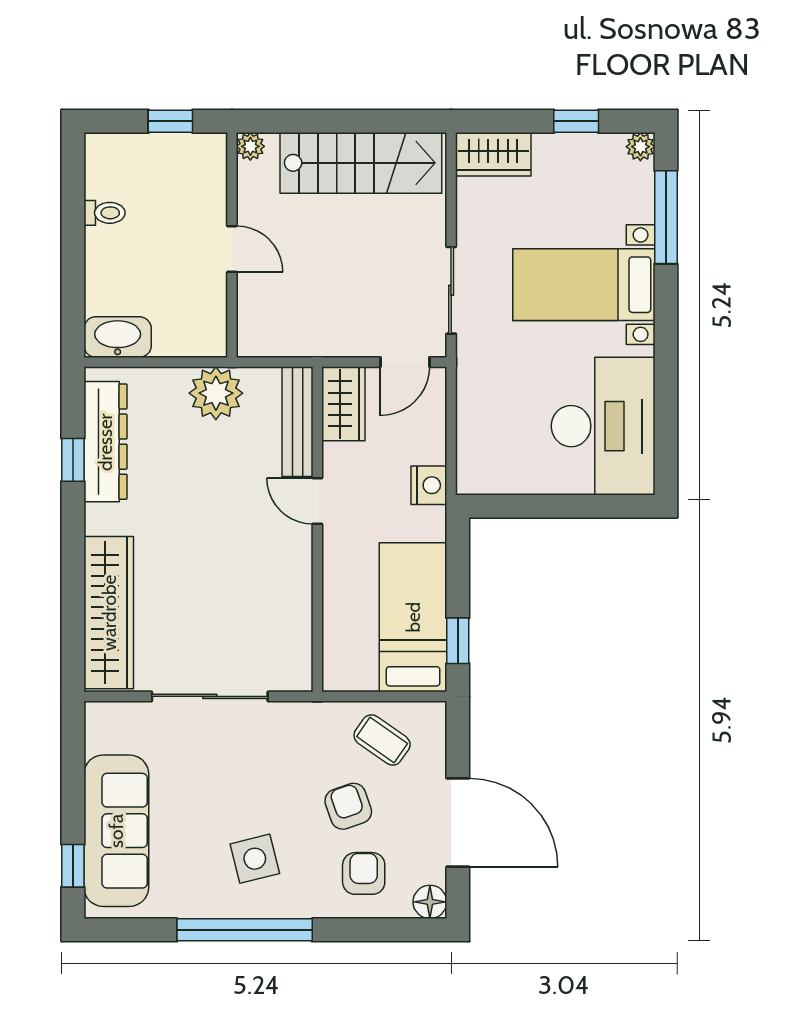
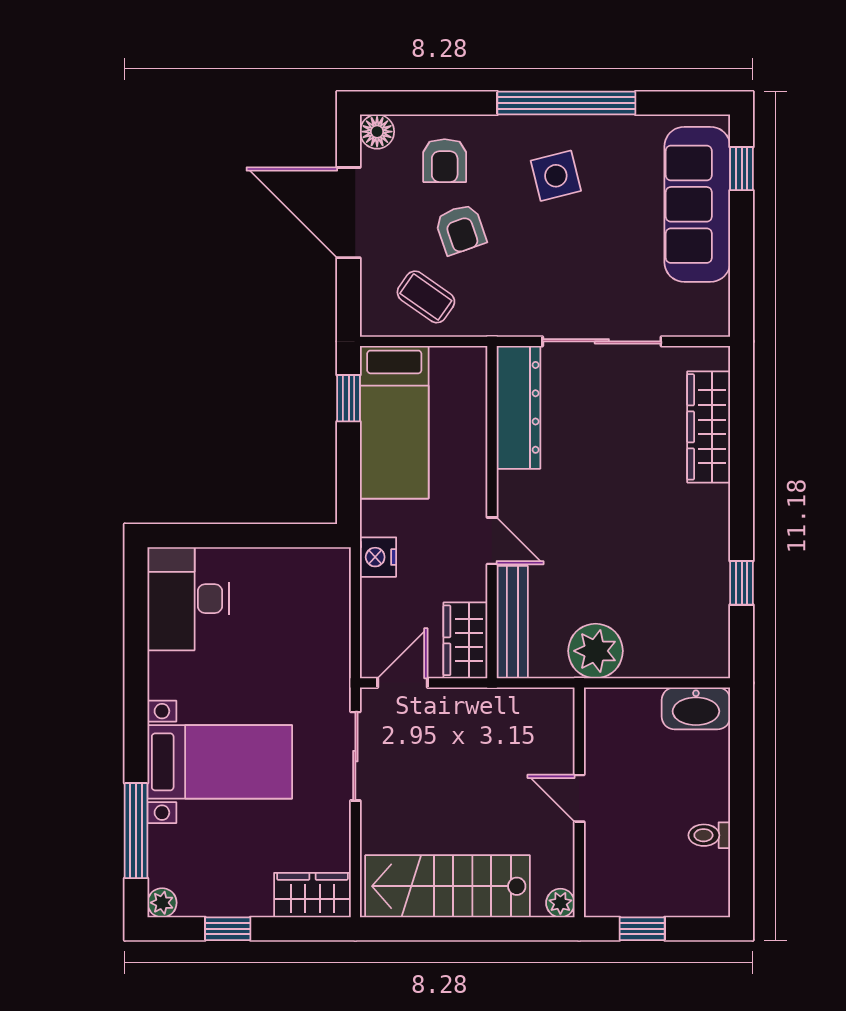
desk: (603, 426) -> (188, 599), width x0.73, depth x0.77
dresser: (105, 442) -> (518, 407), moved, turned 180
wardrobe: (109, 613) -> (709, 427), width x0.71, depth x0.85

